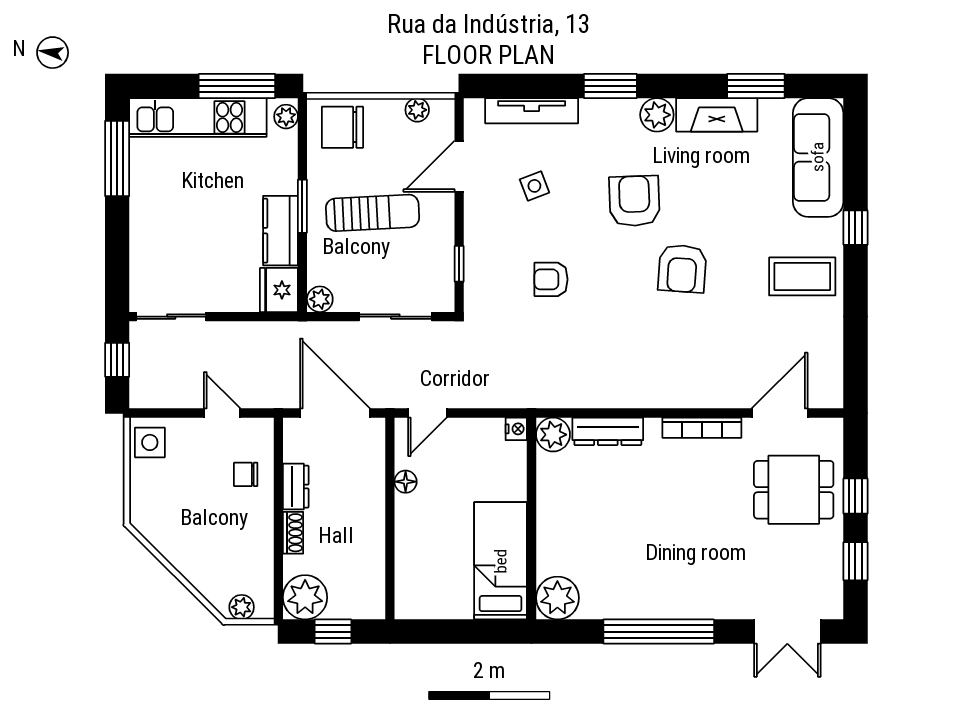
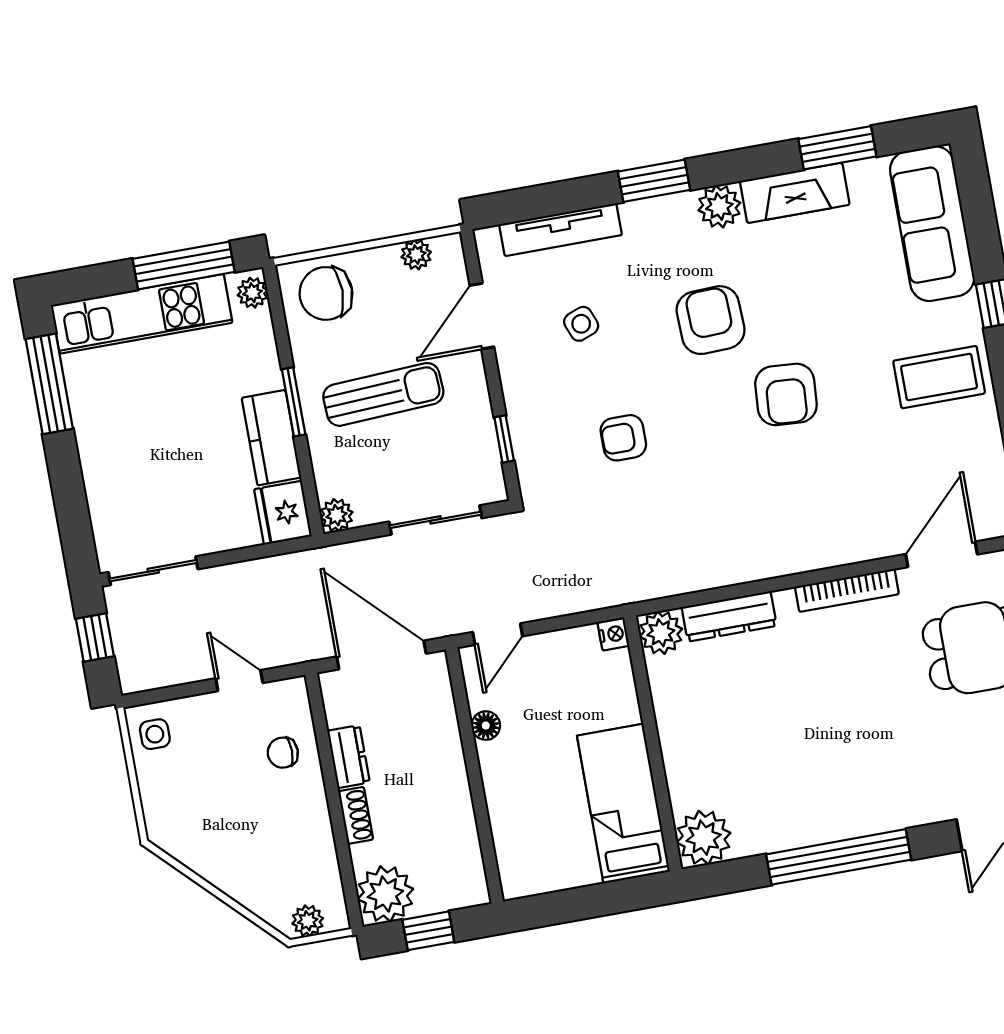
side table: (150, 442) -> (155, 734), width x0.73, depth x0.73

